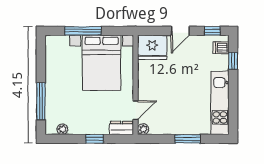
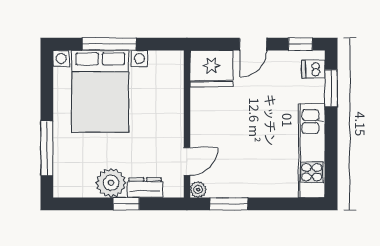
window: (233, 61) -> (331, 88), width x1.50
bed with nightstands: (102, 63) -> (100, 91), moved
dresser: (122, 128) -> (145, 188), moved
plant: (62, 129) -> (111, 183), moved, width x1.88, depth x1.88
window: (188, 139) -> (229, 204), moved

